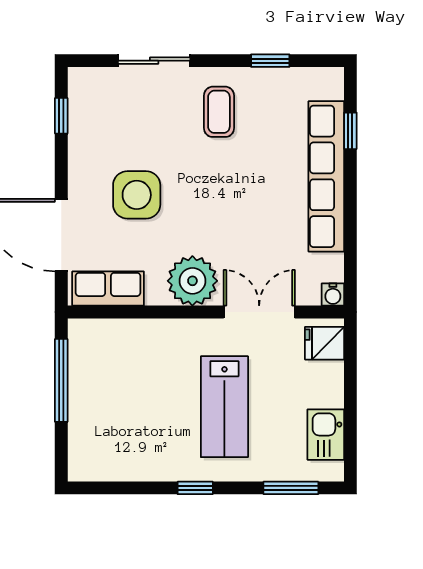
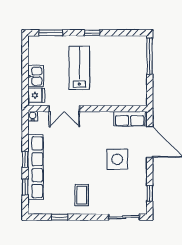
sliding door: (154, 61) -> (124, 217), moved
window: (350, 195) -> (25, 159), added
plant: (192, 281) -> (93, 122), removed
window: (61, 380) -> (150, 56), moved
kitchen sink: (326, 435) -> (36, 76), moved

